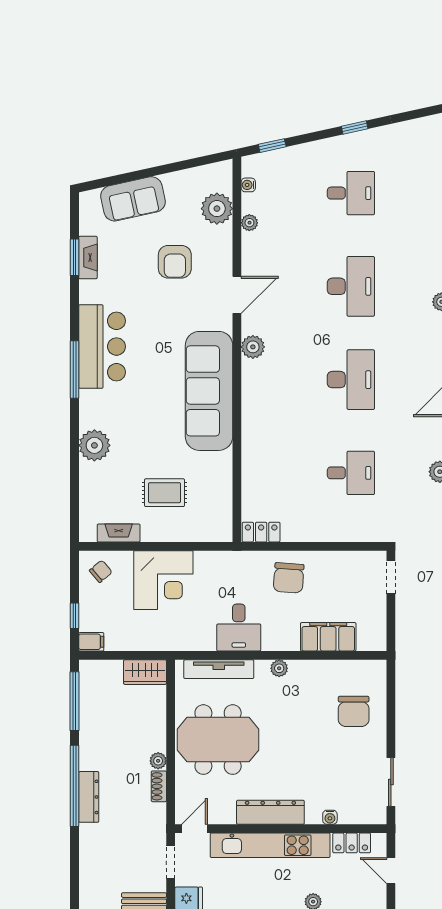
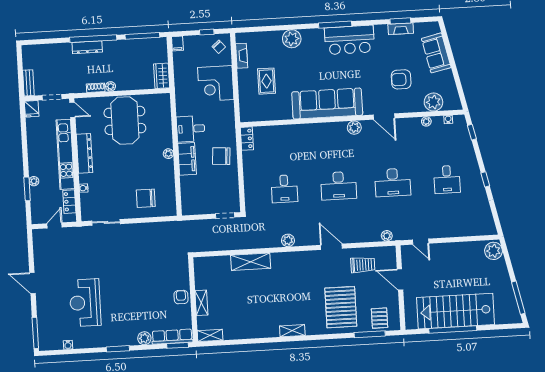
window: (74, 616) -> (207, 32), moved
filing cabinet: (328, 637) -> (187, 159), moved
tv unit: (219, 669) -> (166, 119), removed

